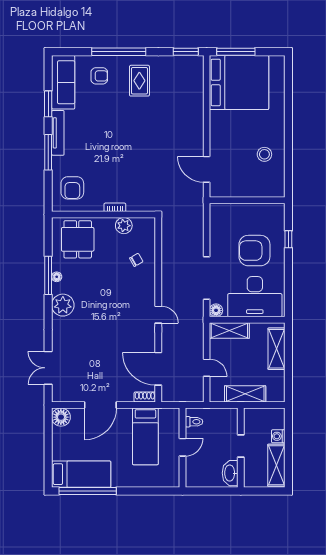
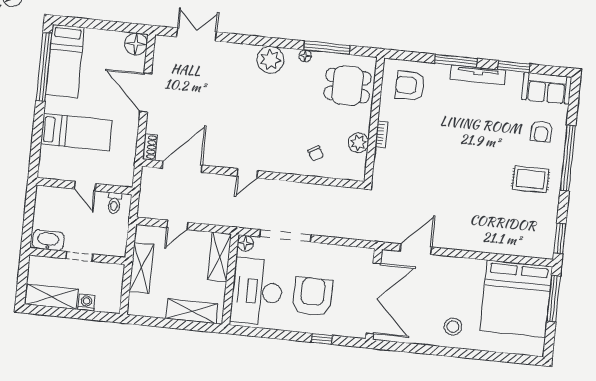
sofa: (63, 82) -> (547, 88), width x0.73
stool: (264, 154) -> (453, 327), moved
double door: (251, 200) -> (373, 298), added
window: (48, 275) -> (327, 48), moved
bed: (145, 436) -> (76, 132), moved, turned 180

